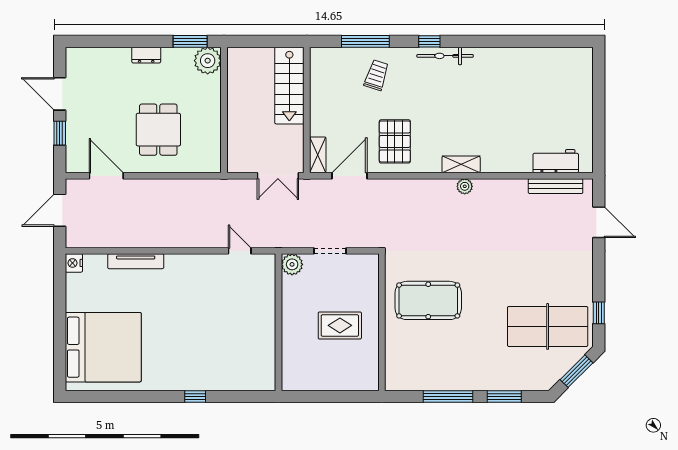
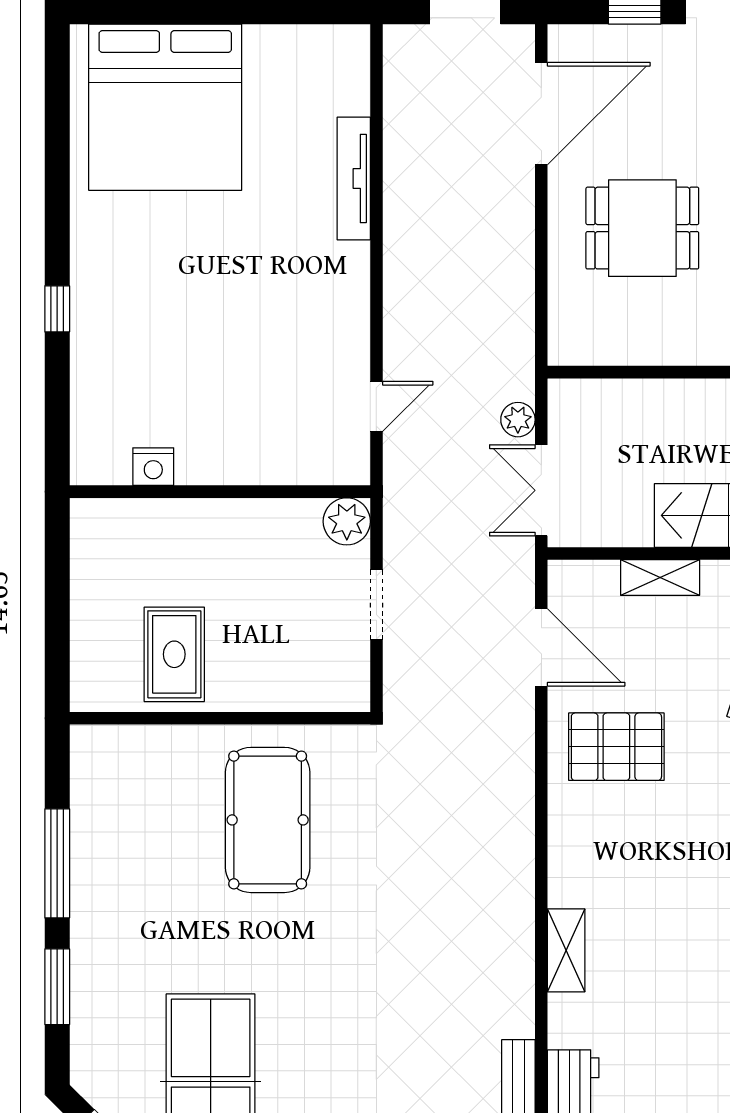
shelving: (318, 155) -> (660, 577), moved
shelving: (461, 164) -> (566, 950), moved
door: (106, 176) -> (541, 114), width x1.36
plant: (465, 186) -> (518, 420), moved
nightstand: (74, 263) -> (153, 467), moved, turned 180
rug: (340, 325) -> (174, 654), moved

